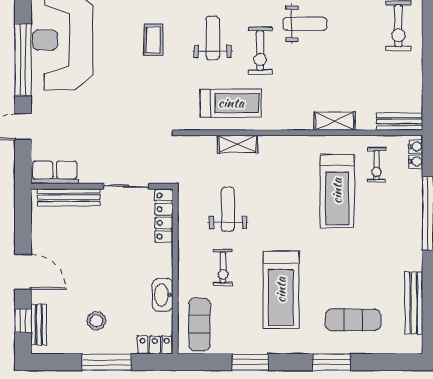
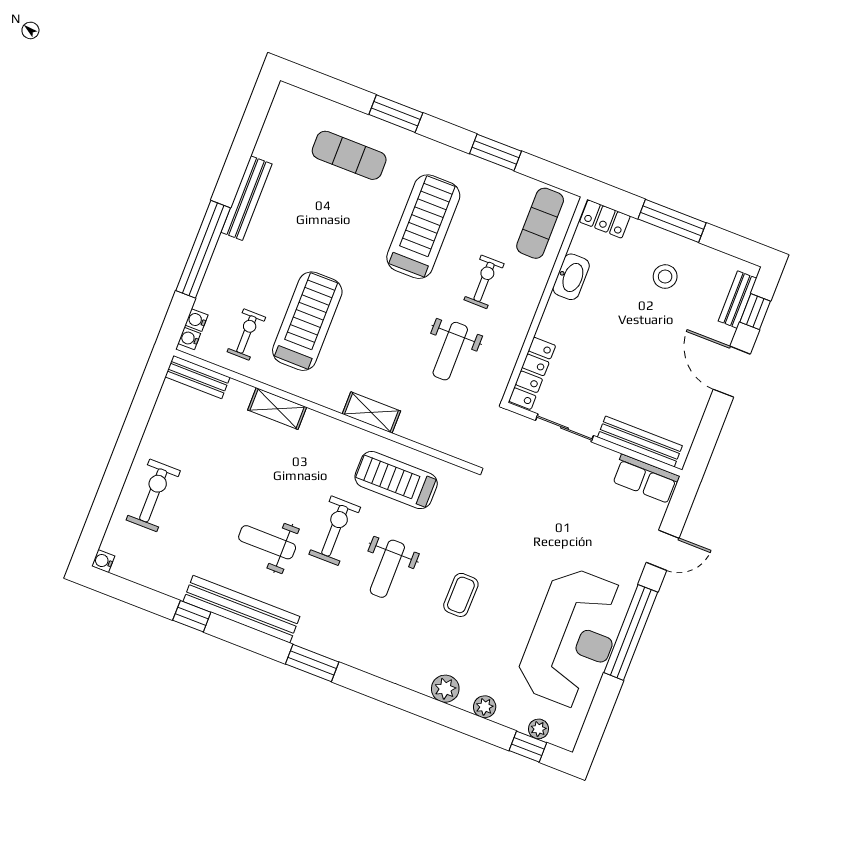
shelving: (238, 144) -> (371, 413), moved
bench: (414, 303) -> (247, 198), moved

